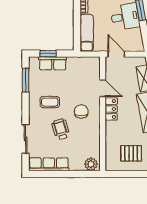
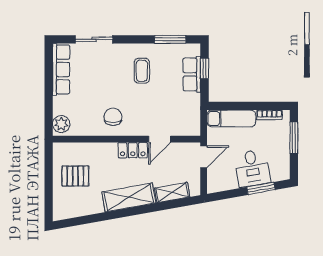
chair: (81, 111) -> (113, 117), moved, turned -90
wheelchair: (61, 129) -> (106, 85), removed
pallet: (131, 153) -> (75, 176), turned 90

